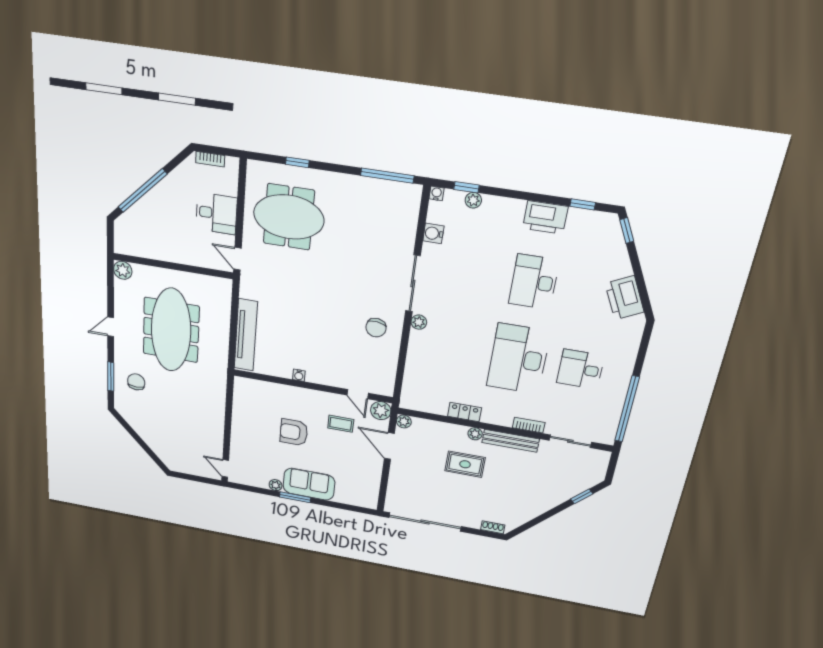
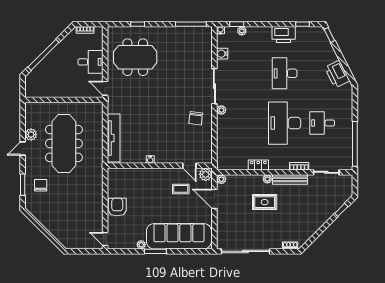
plant: (123, 270) -> (31, 135), moved
armchair: (294, 432) -> (117, 207), moved, turned 90
sofa: (309, 484) -> (179, 236), width x1.85, depth x1.27

